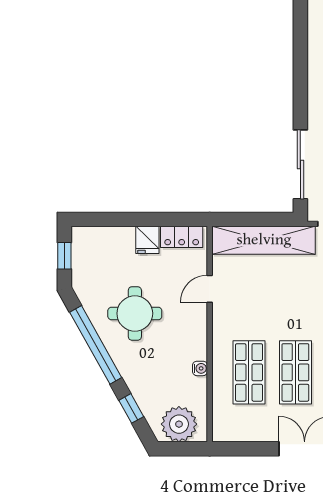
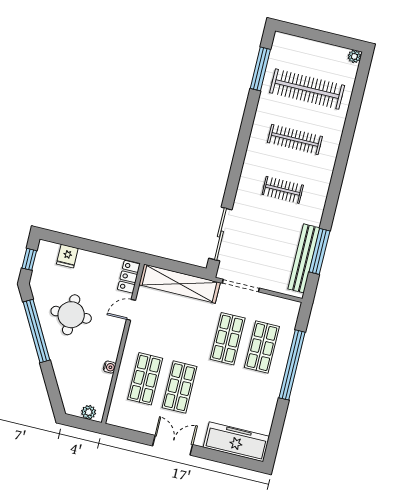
locker: (182, 237) -> (129, 277), moved, turned 90
fridge: (147, 240) -> (67, 256), moved
window: (131, 408) -> (51, 384), removed
plant: (179, 424) -> (89, 412), width x0.53, depth x0.53

